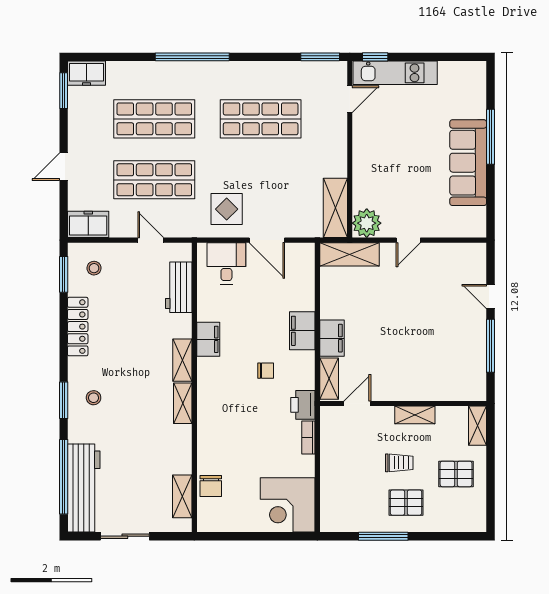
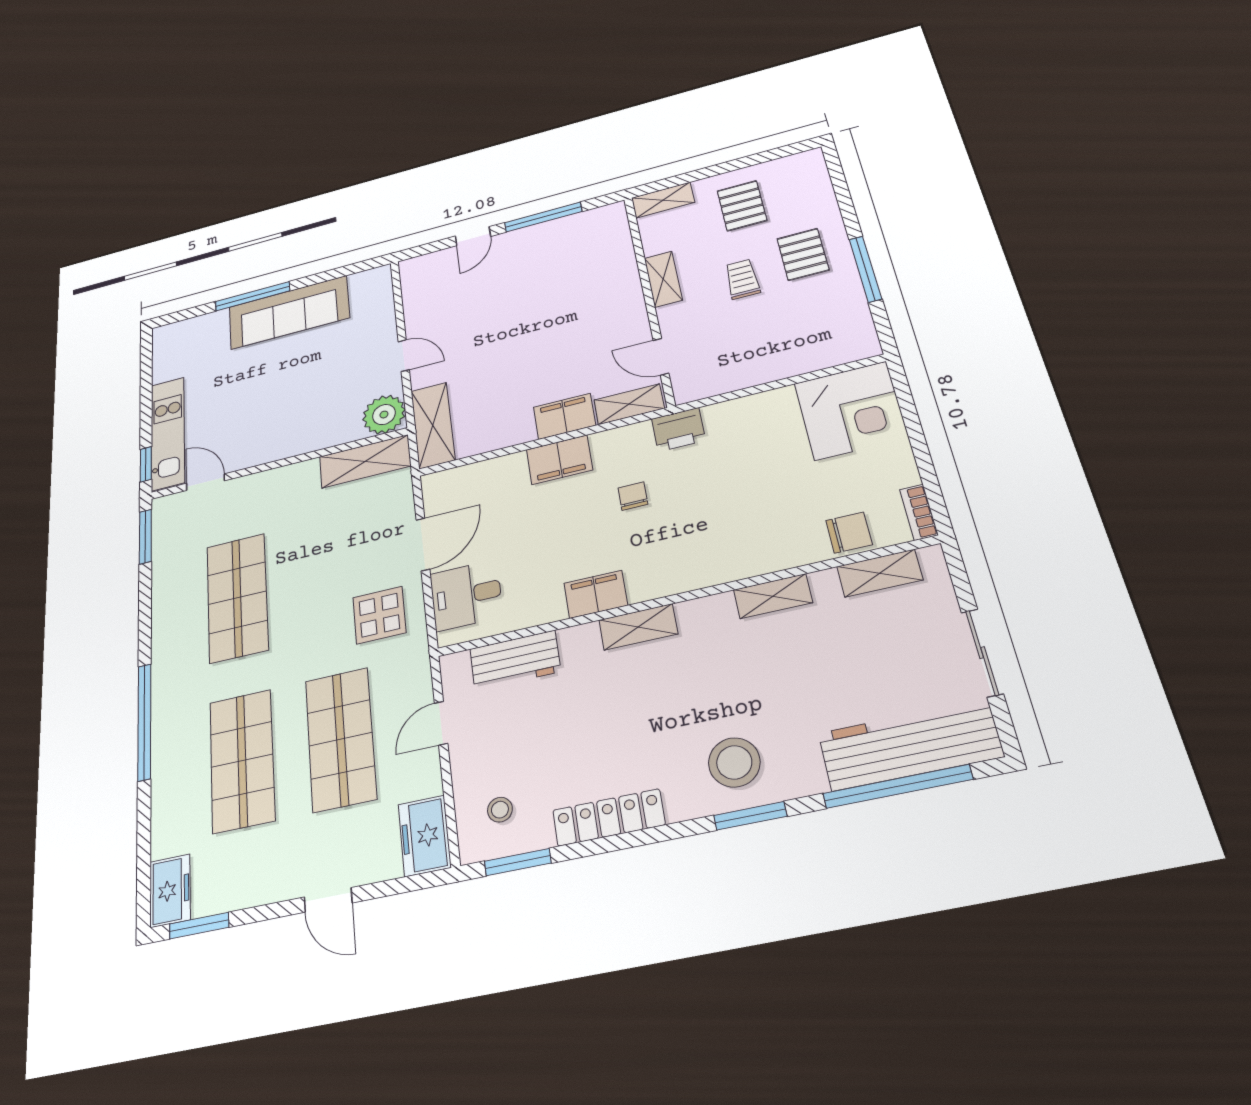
stool: (94, 398) -> (734, 762), width x1.89, depth x1.89
shelving: (183, 403) -> (773, 596), moved
bookcase: (308, 438) -> (919, 512), moved, turned 90

